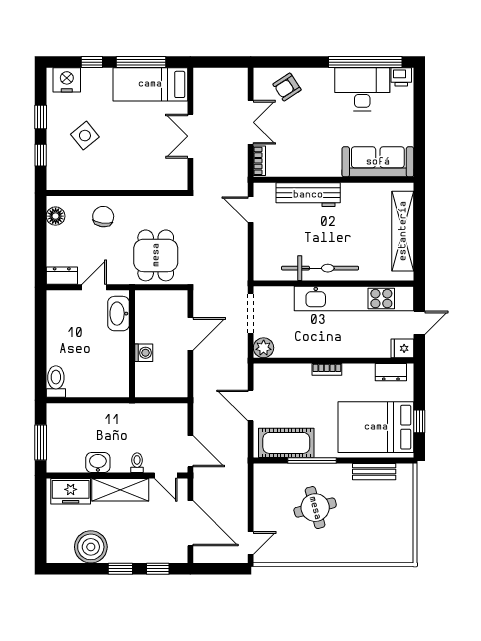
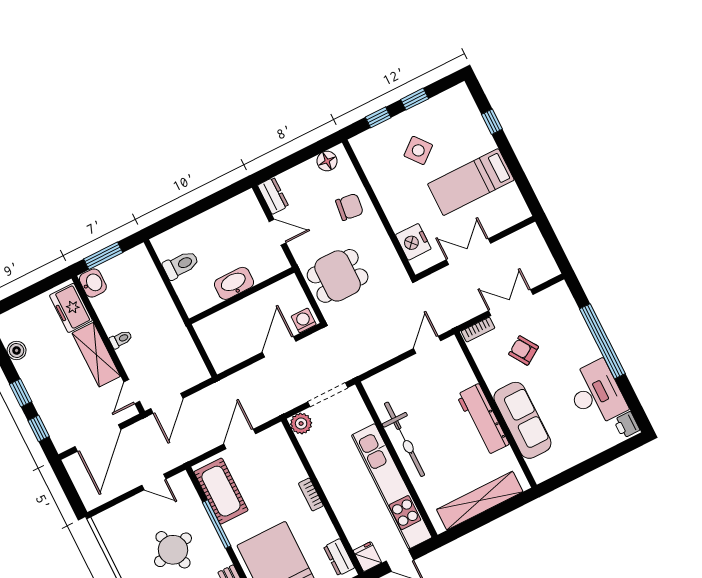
window: (141, 62) -> (516, 169), removed
window: (365, 62) -> (602, 341), moved
nightstand: (67, 80) -> (413, 242), moved, turned 180
bed: (150, 84) -> (471, 182), moved, turned -90
armchair: (287, 87) -> (524, 350), moved
double door: (251, 122) -> (511, 303), swing flipped
sofa: (378, 162) -> (522, 420), moved
workbench: (308, 195) -> (483, 419), moved
washbasin: (119, 314) -> (234, 283), moved
door: (190, 334) -> (279, 347), swing flipped
washing machine: (144, 353) -> (304, 320), moved, turned 180
toilet: (56, 382) -> (181, 265), moved
washbasin: (98, 463) -> (93, 283), moved
toilet: (137, 463) -> (121, 339), moved
door: (251, 543) -> (154, 482), moved
boiler: (91, 547) -> (17, 351), width x0.54, depth x0.54

